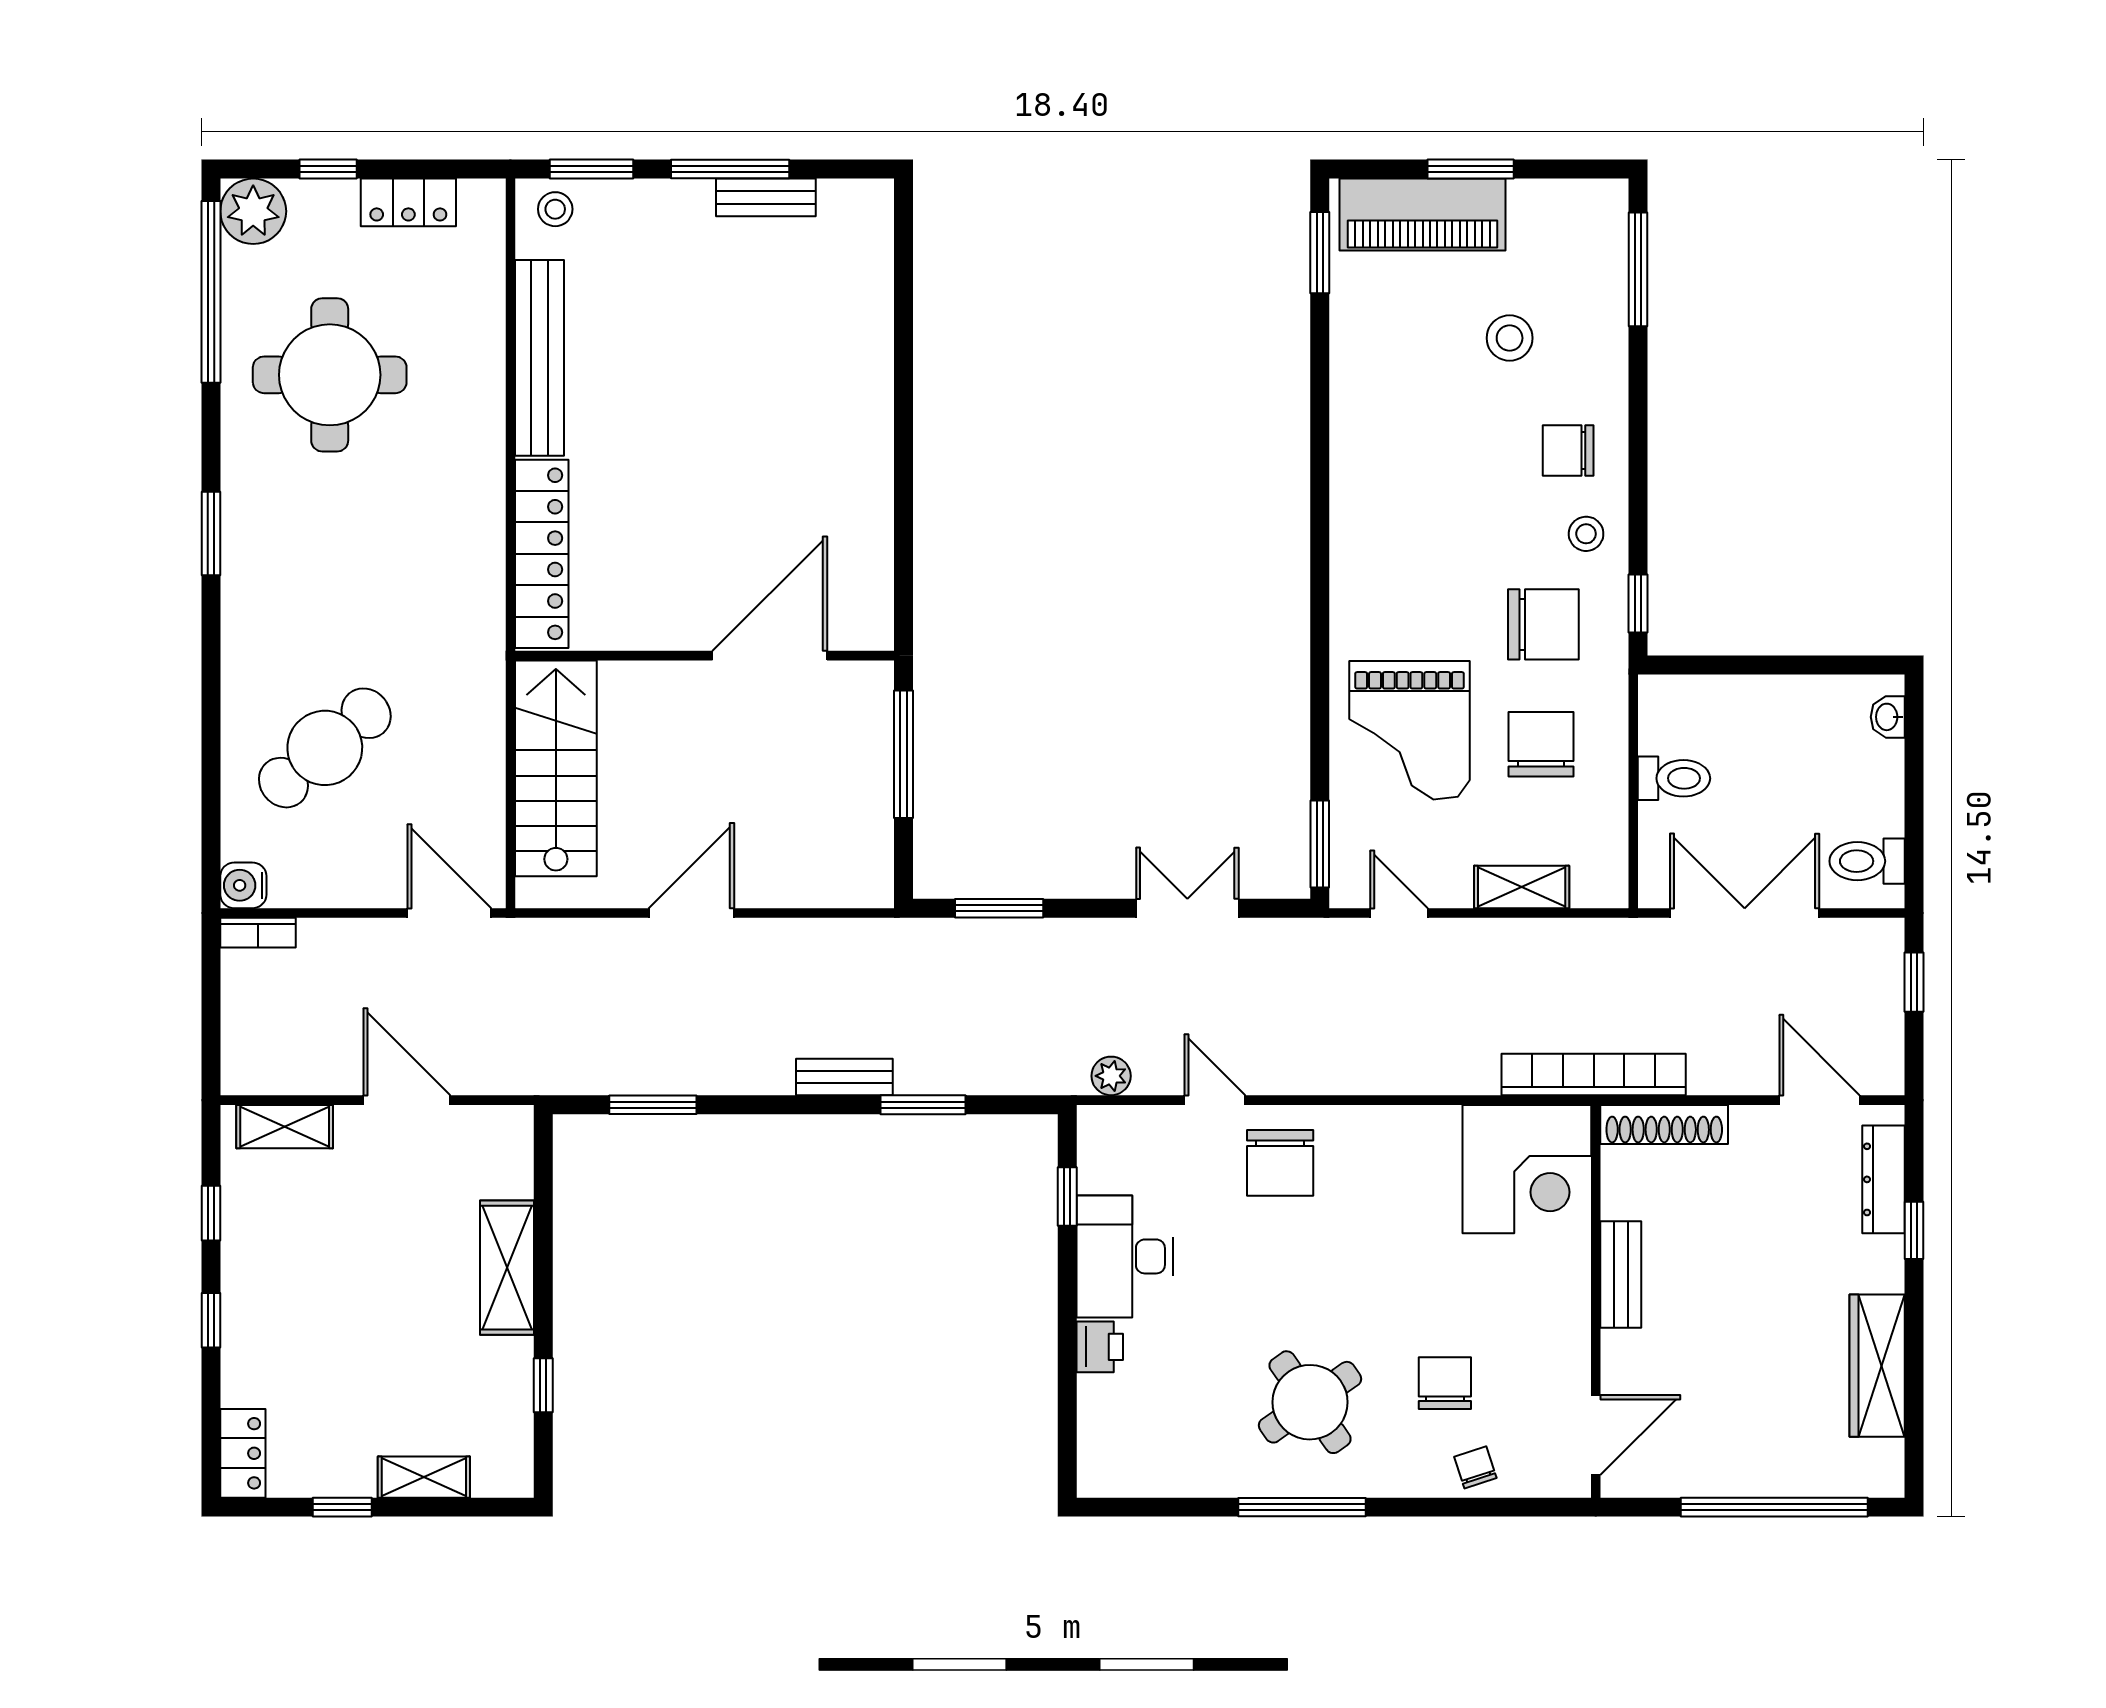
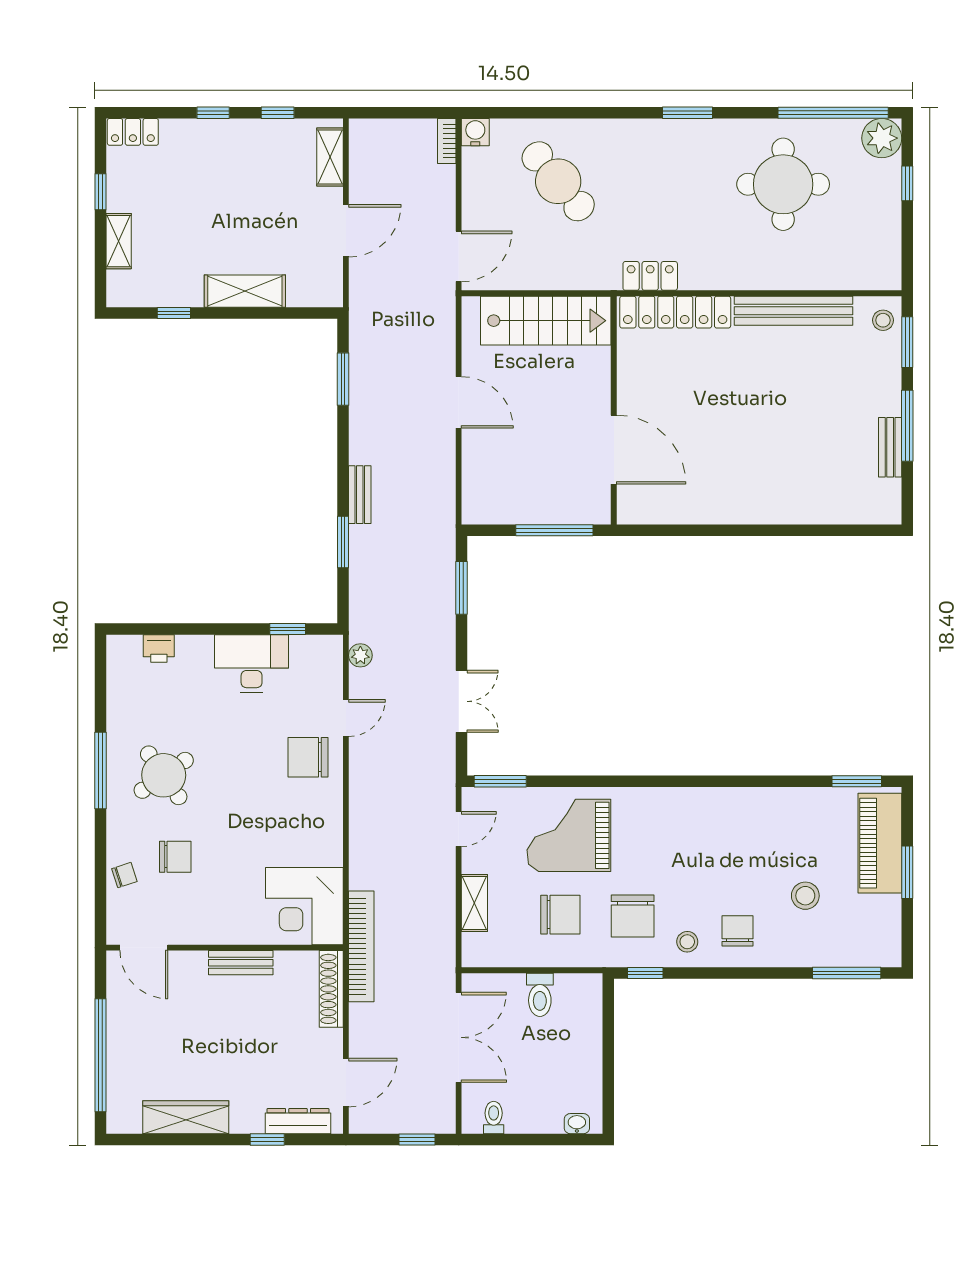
locker: (408, 202) -> (650, 276), moved, turned 90
toilet: (1867, 861) -> (494, 1117), width x0.73, depth x0.72
printer: (1100, 1347) -> (159, 649), moved

